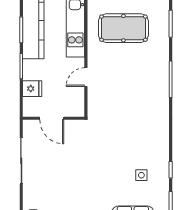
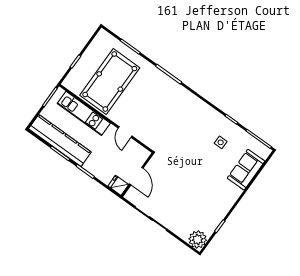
pool table: (123, 28) -> (110, 82), width x1.36, depth x1.32
fridge: (32, 89) -> (118, 185), moved, turned -90
door: (52, 118) -> (136, 176), hinge flipped

